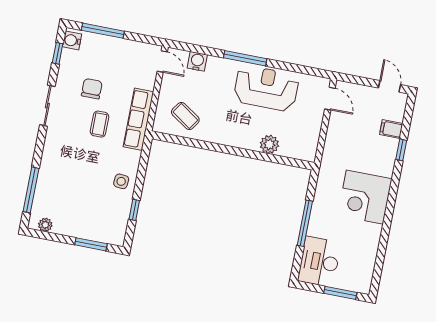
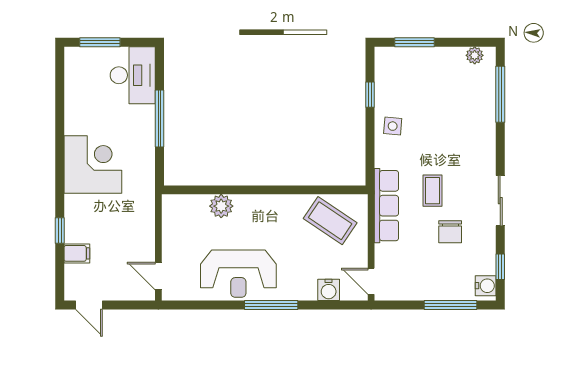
coffee table: (185, 116) -> (330, 221), width x1.36, depth x1.30

